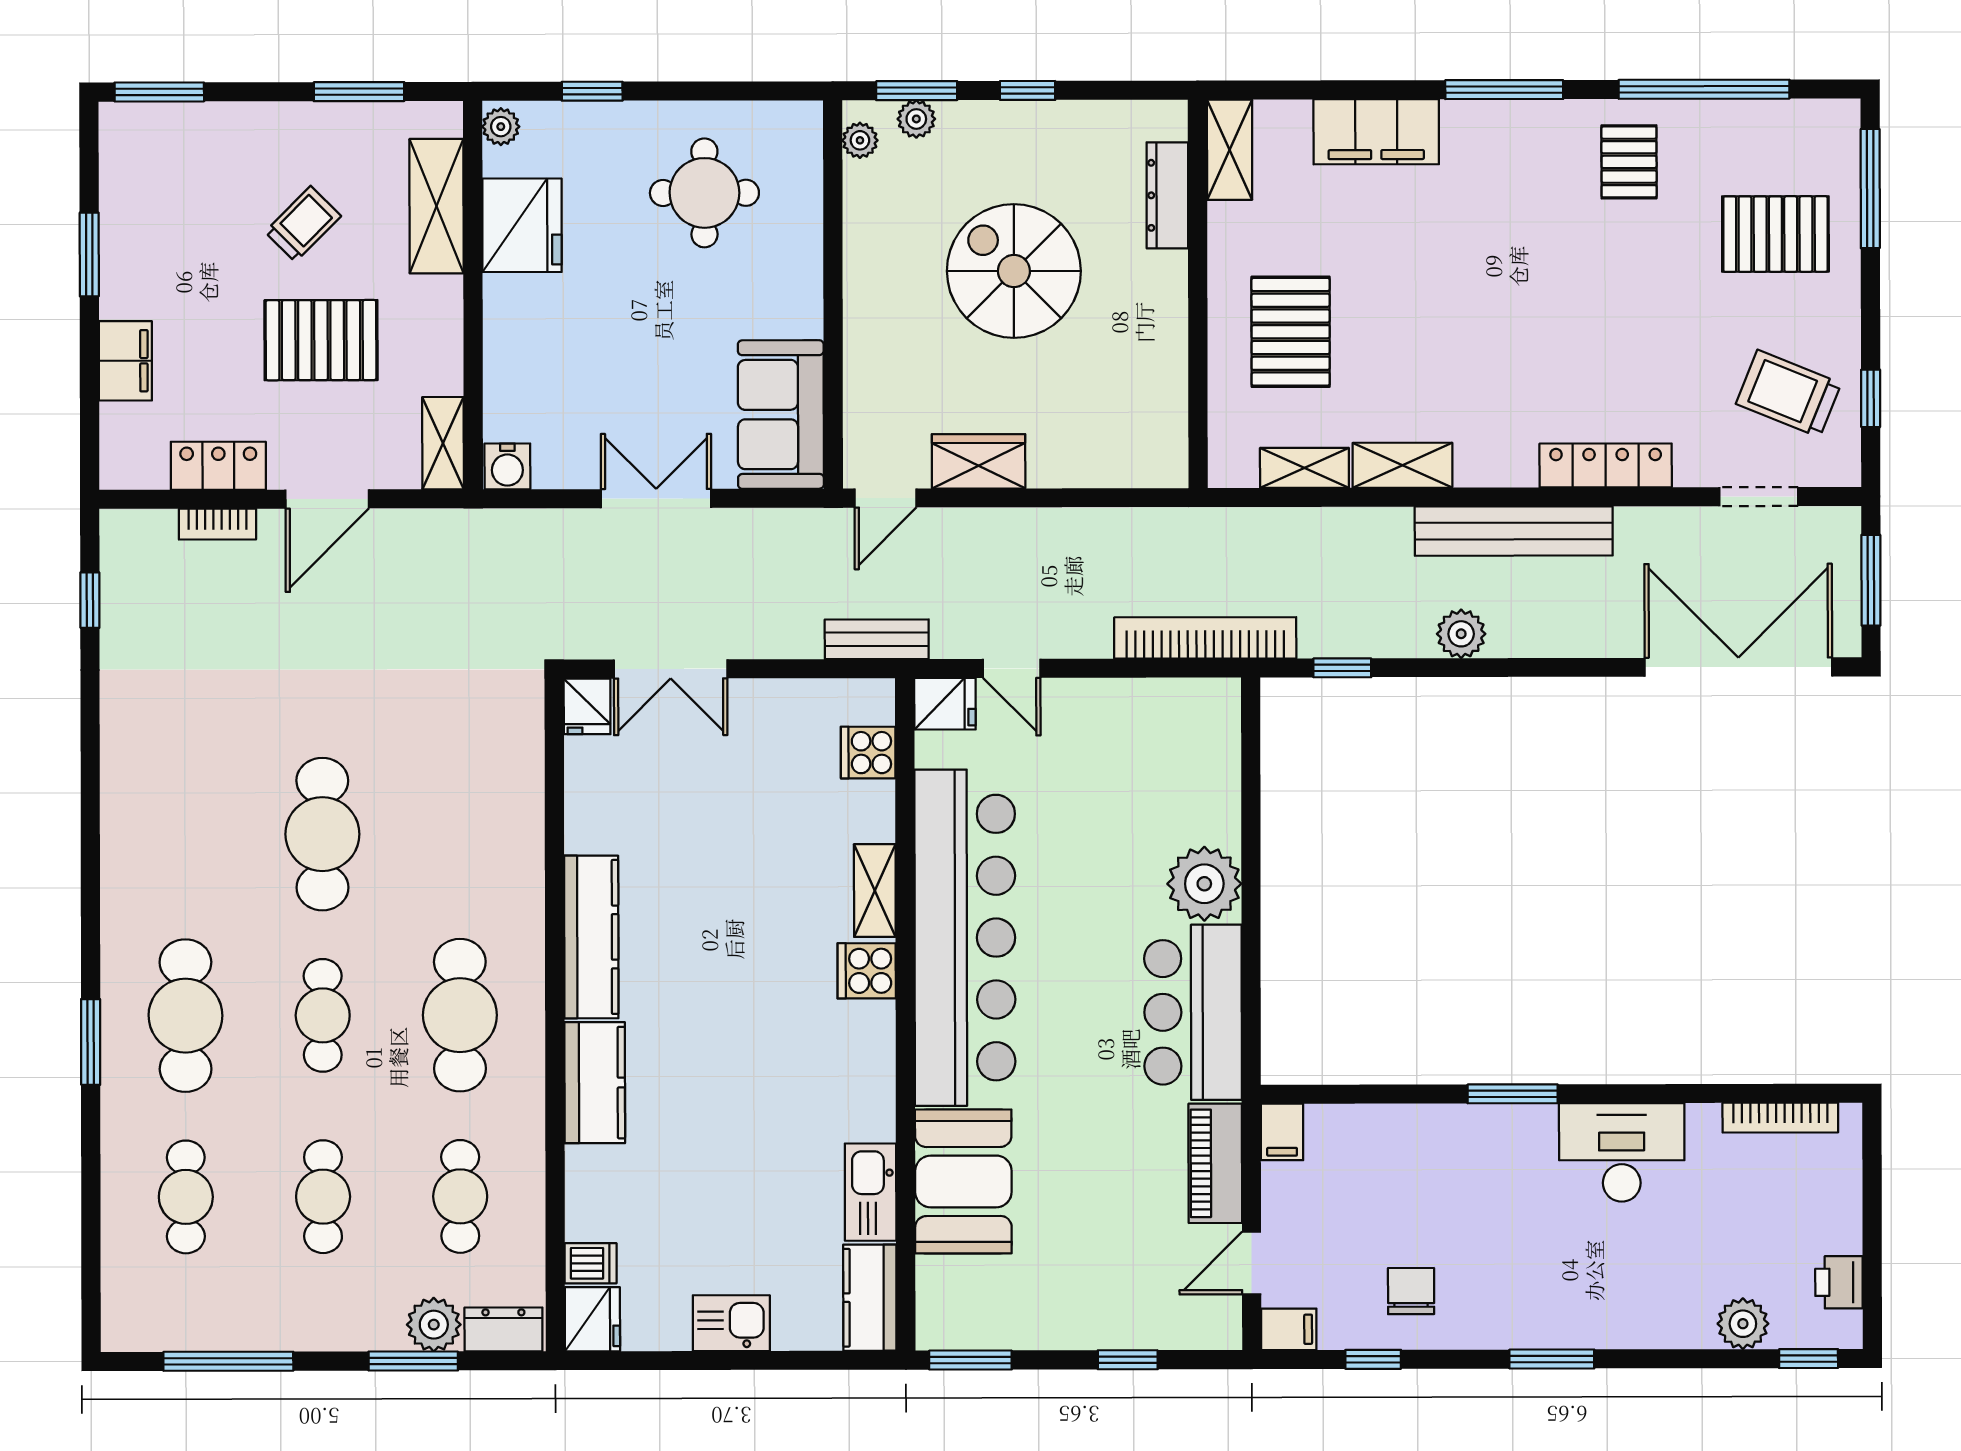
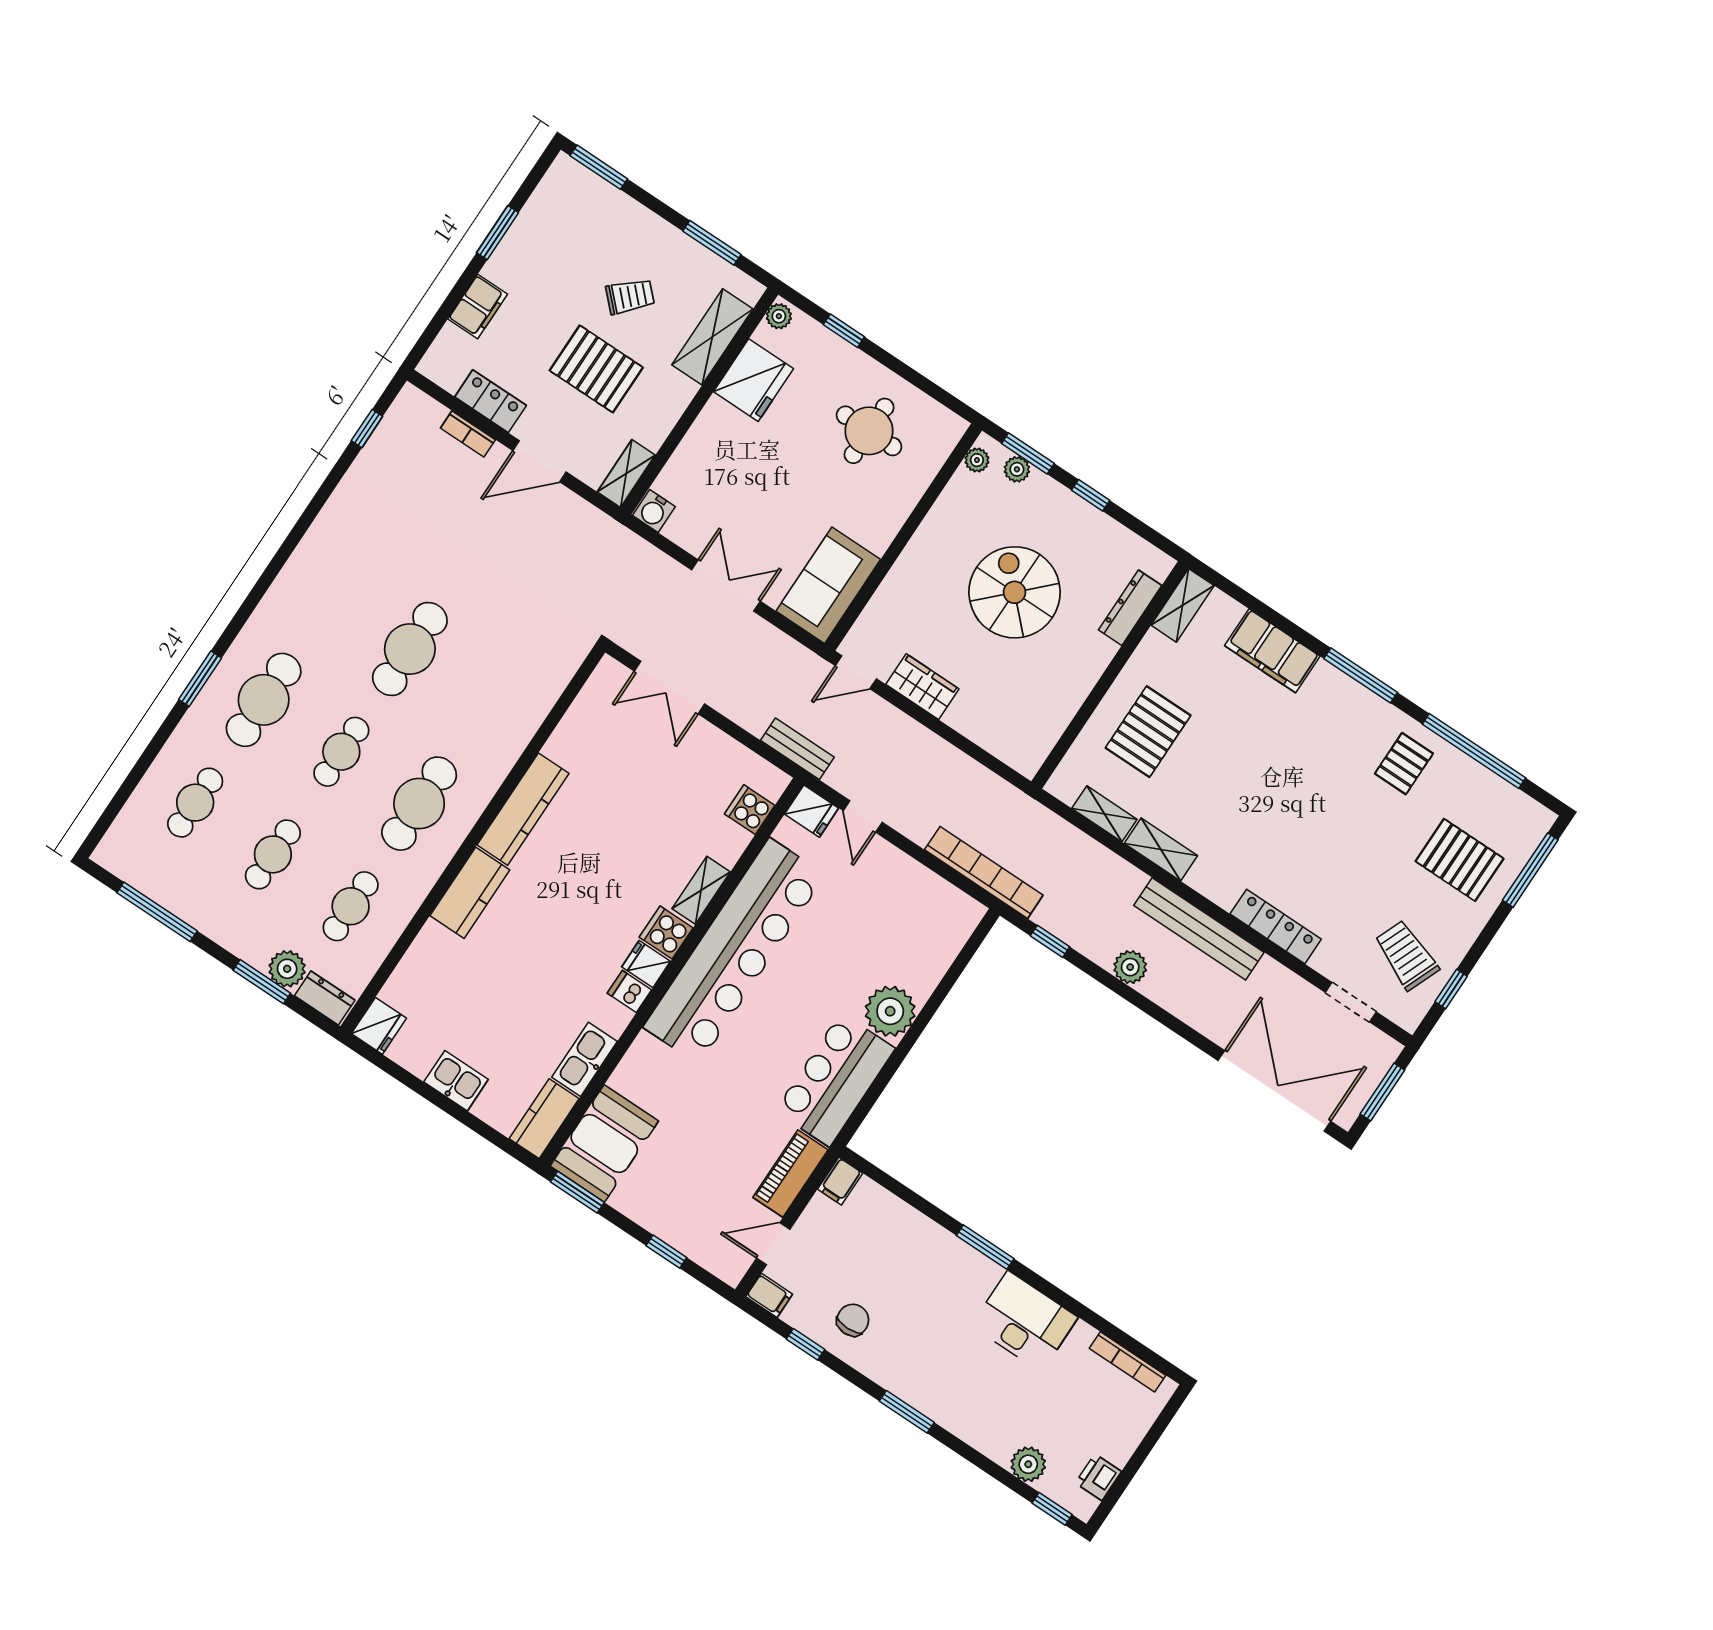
fridge: (587, 706) -> (646, 964), moved, turned 90
booth: (963, 1181) -> (604, 1143), moved
dishwasher: (591, 1263) -> (629, 992), moved, turned 180

